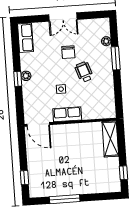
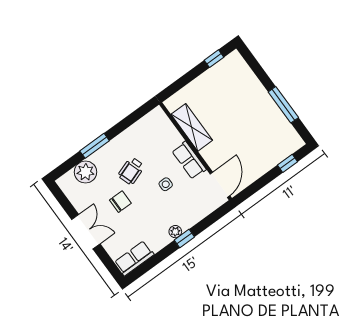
plant: (106, 41) -> (85, 172), width x1.87, depth x1.87
shelving: (110, 139) -> (192, 127), moved, turned 90

